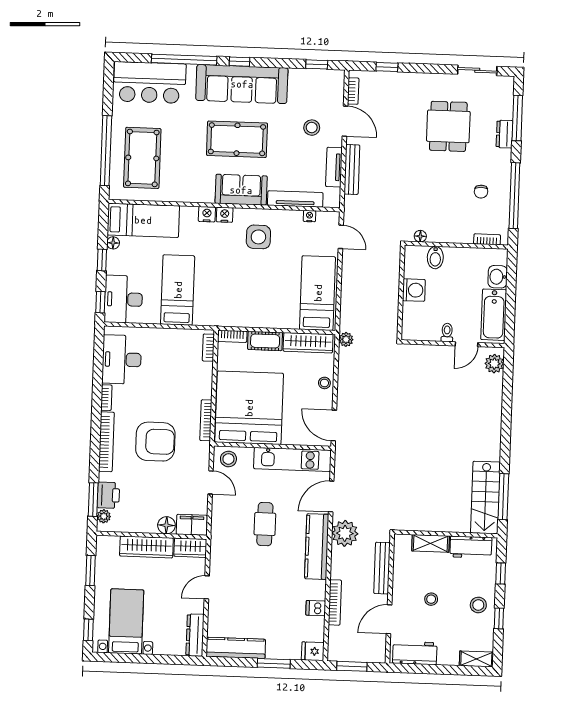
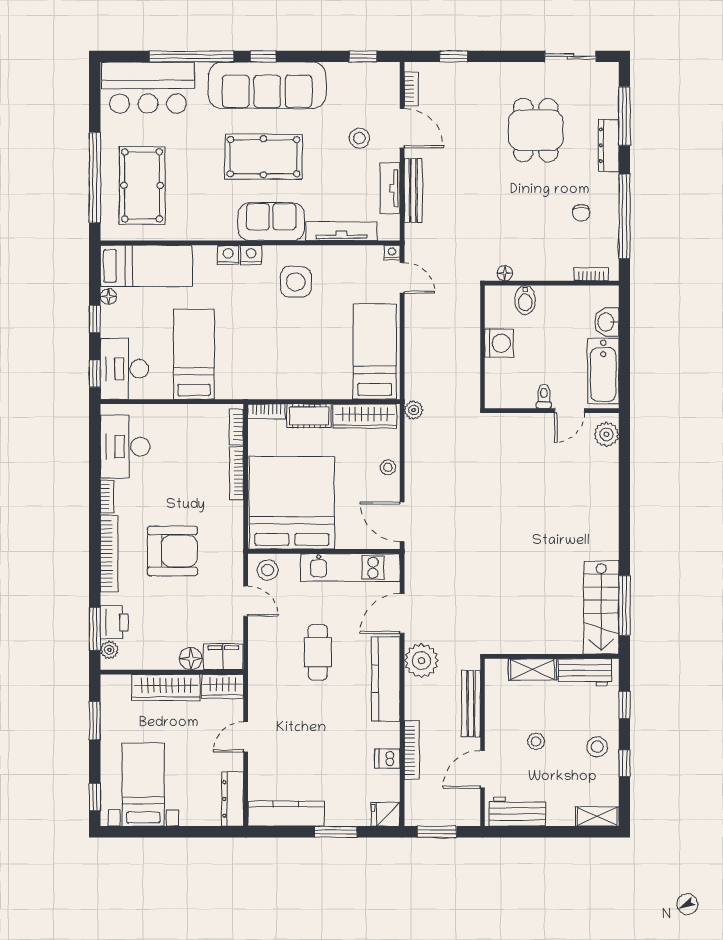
dresser: (505, 134) -> (609, 145), width x1.44
nightstand: (309, 216) -> (392, 253), moved
bookcase: (206, 420) -> (237, 473), moved

